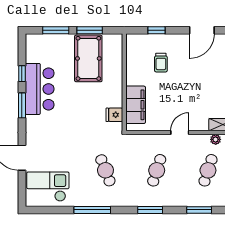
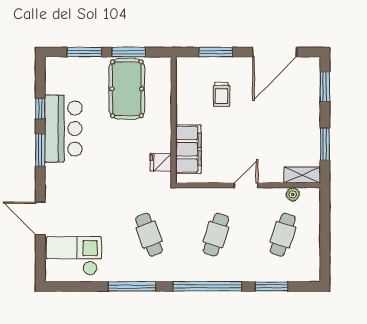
window: (156, 30) -> (216, 52), width x1.50
door: (202, 30) -> (275, 52), width x1.36
window: (150, 210) -> (207, 286), width x2.11

